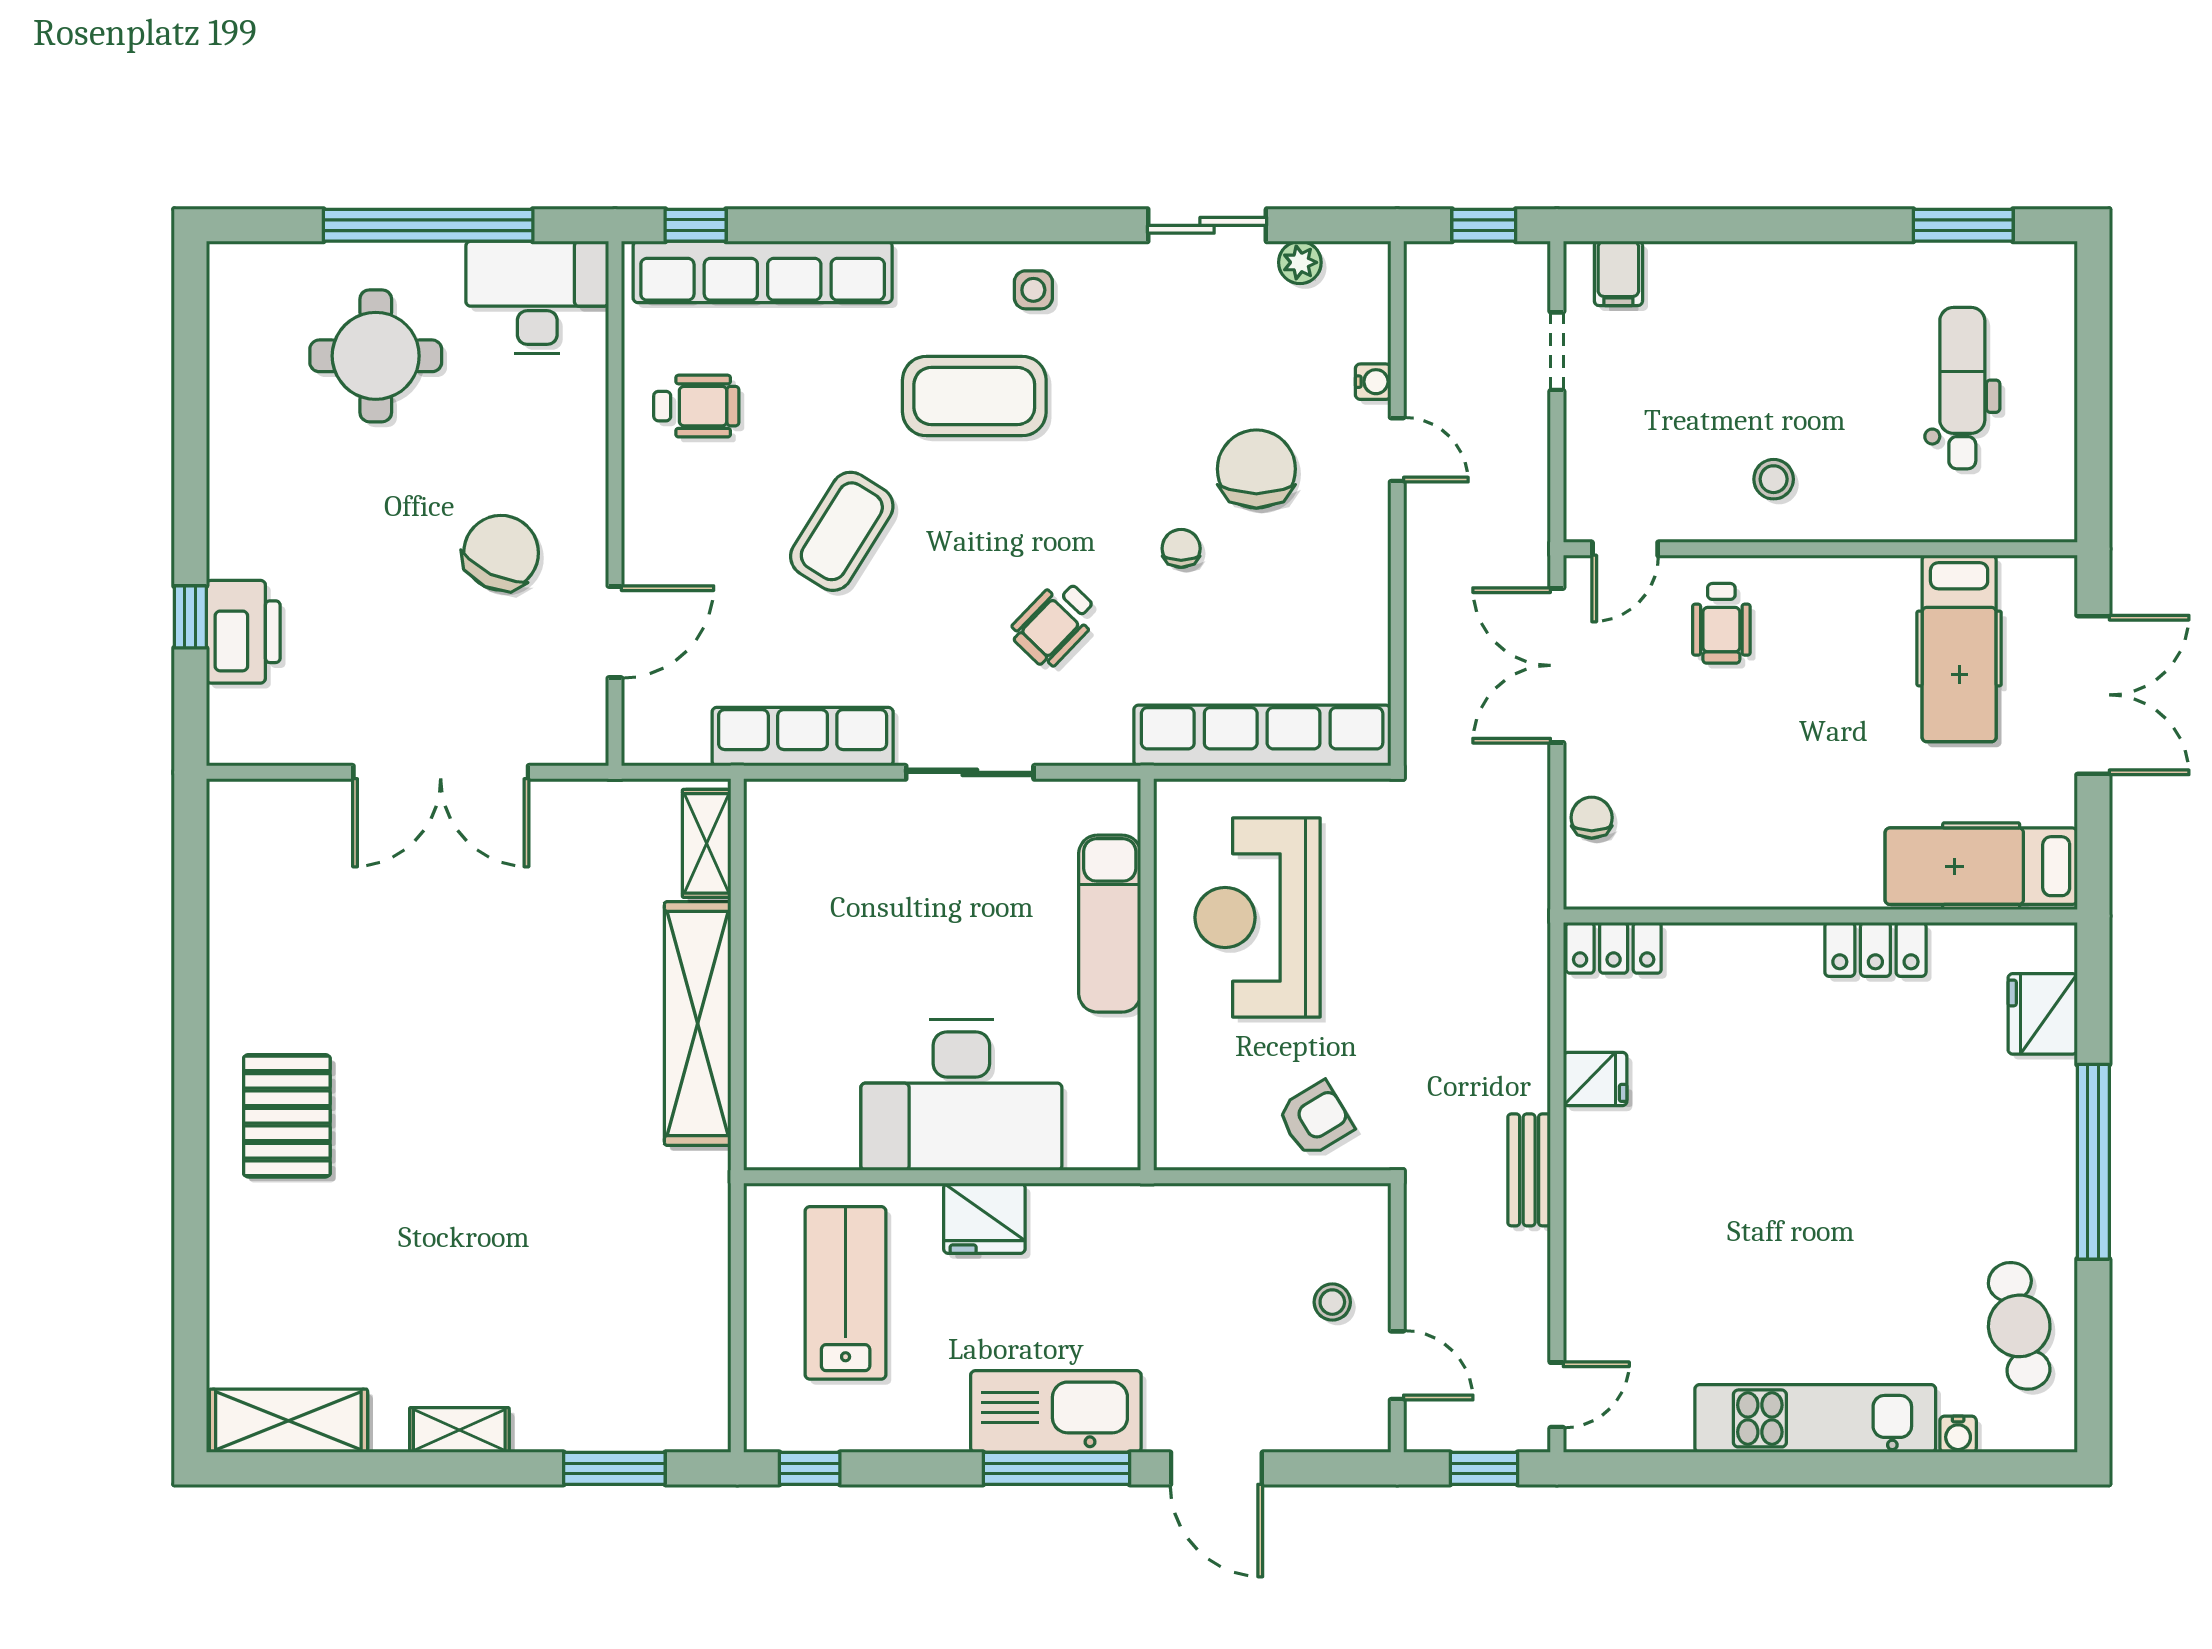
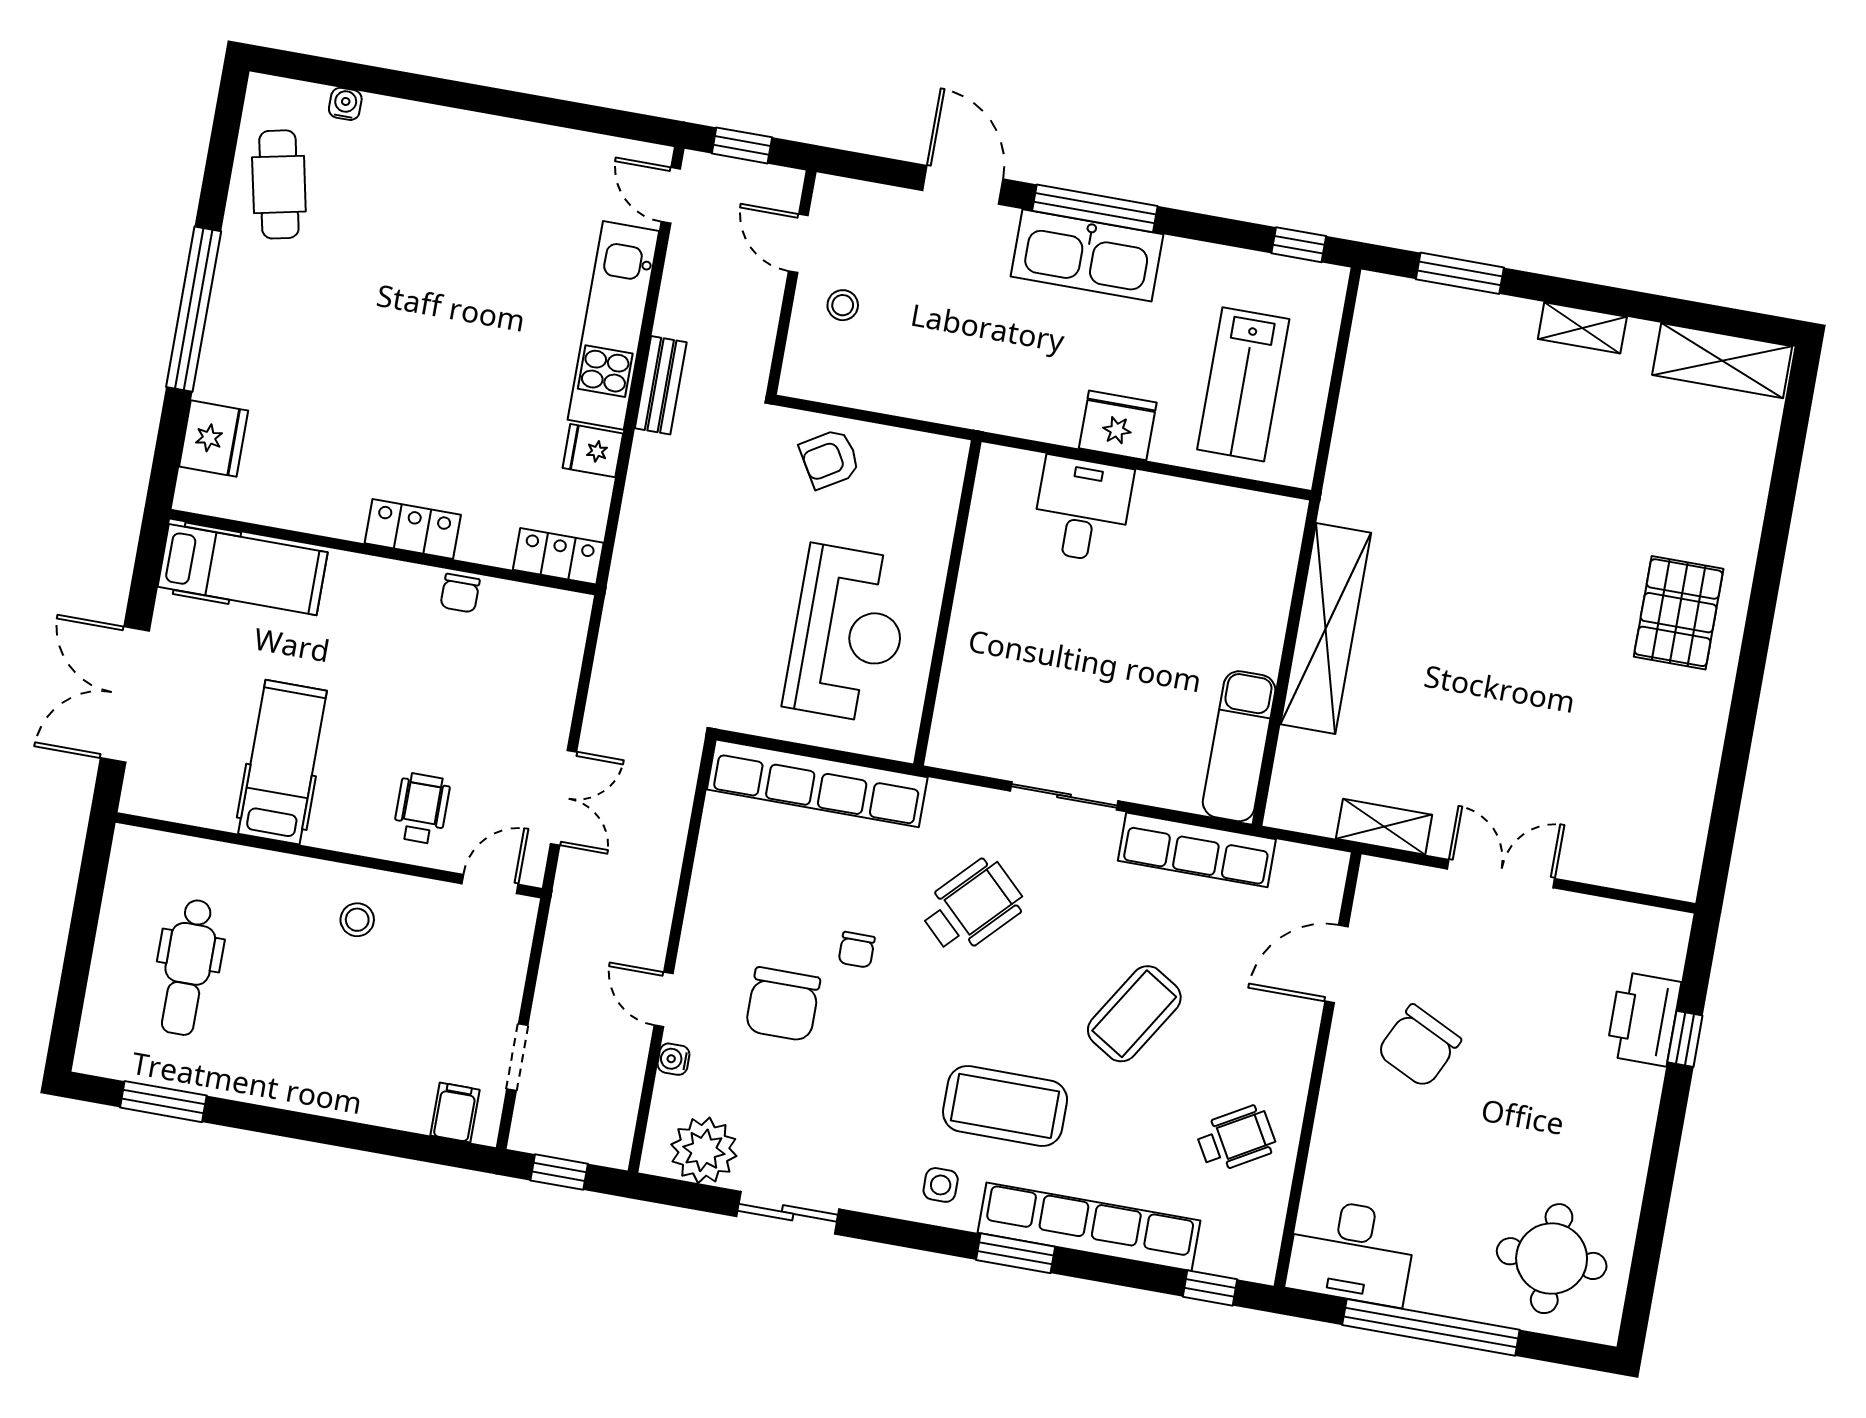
window: (931, 225) -> (1016, 1253), added
plant: (1300, 262) -> (704, 1150), width x1.88, depth x1.88
row of seats: (763, 272) -> (1089, 1227), moved
round table: (376, 356) -> (1552, 1259), moved
wheelchair: (696, 406) -> (1236, 1139), turned 150
wheelchair: (1055, 623) -> (972, 906), width x1.36, depth x1.37
hospital bed: (1959, 648) -> (283, 762), moved
double door: (1557, 665) -> (564, 798), width x0.73
double door: (441, 772) -> (1501, 874), width x0.73
chair: (1592, 818) -> (460, 593), moved
shelving: (707, 843) -> (1384, 827), moved, turned 90
exam couch: (1110, 924) -> (1239, 746), moved, turned 180
locker: (1875, 949) -> (413, 529), moved
desk: (961, 1095) -> (1082, 509), width x0.53, depth x0.77
door: (1557, 1395) -> (671, 195), hinge flipped
kitchen unit: (1815, 1418) -> (613, 325), moved, turned 90

